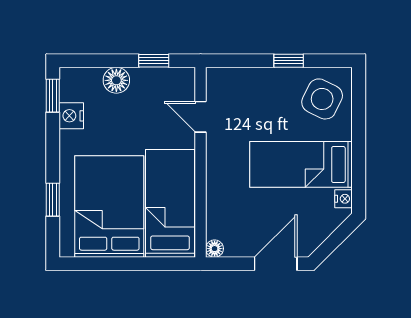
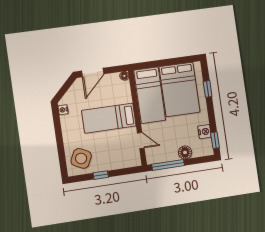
window: (154, 61) -> (168, 165), width x2.17
bed: (301, 164) -> (109, 118), moved, turned 180

